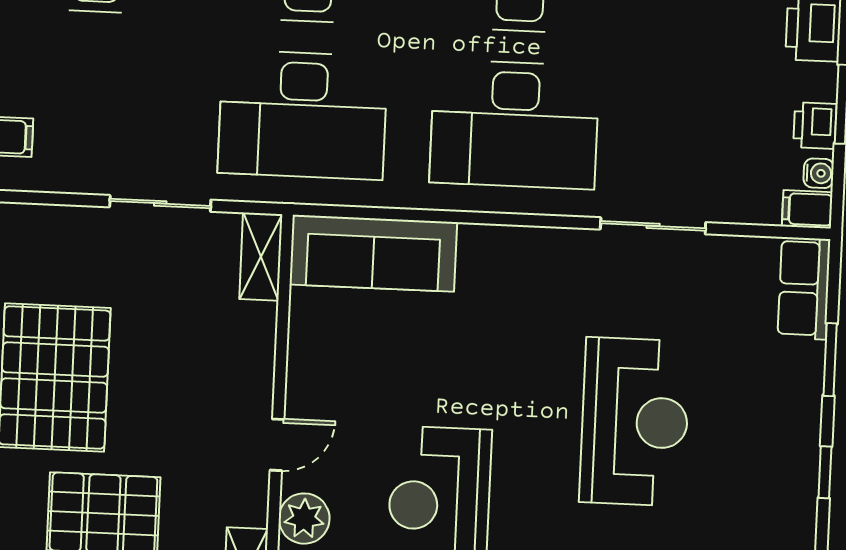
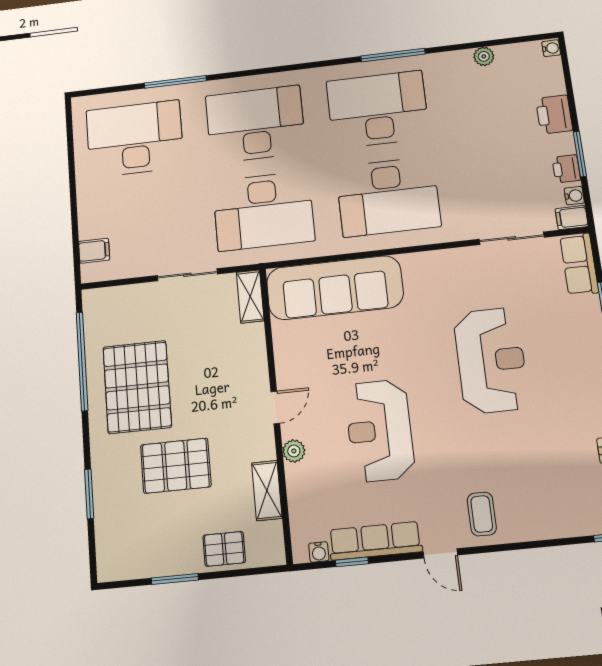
sliding door: (653, 226) -> (512, 238), moved
sofa: (373, 253) -> (335, 288), width x1.36, depth x1.27
plant: (304, 519) -> (294, 451), width x0.73, depth x0.73

